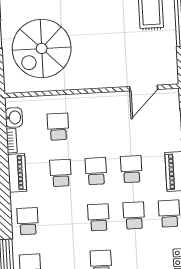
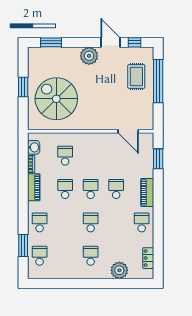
spiral stairs: (42, 48) -> (56, 99), turned 90
door: (144, 88) -> (128, 131), hinge flipped
school desk: (134, 215) -> (116, 222), removed

